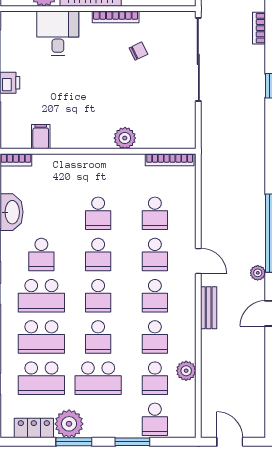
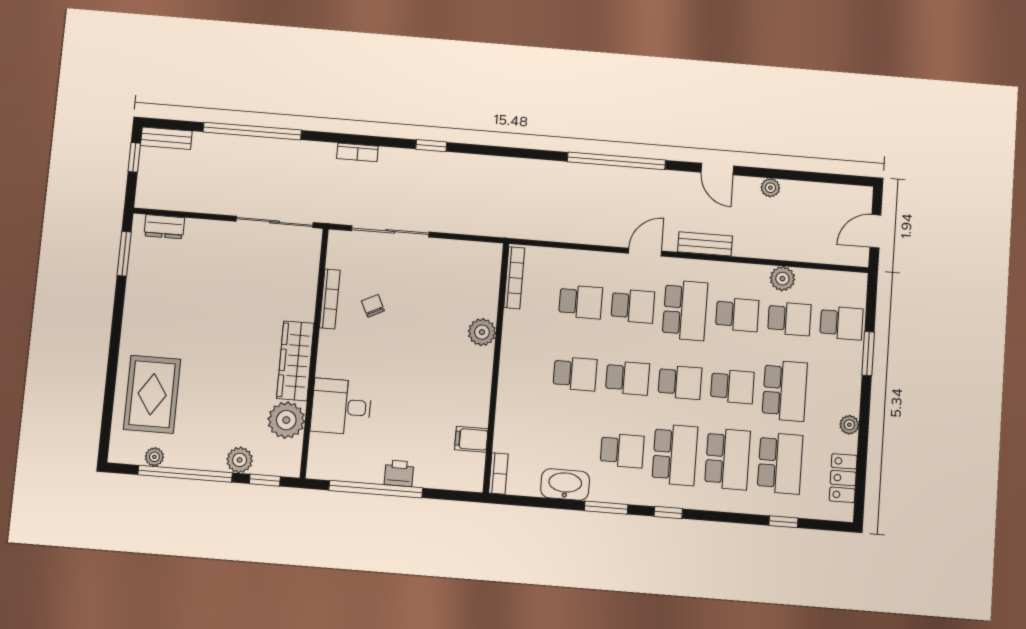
bookcase: (116, 17) -> (330, 299), moved
sliding door: (198, 59) -> (390, 231), width x0.73
plant: (258, 273) -> (770, 188), moved
school desk: (155, 296) -> (685, 310), width x1.85
plant: (69, 424) -> (849, 425), width x0.53, depth x0.53
window: (74, 442) -> (864, 428), removed

